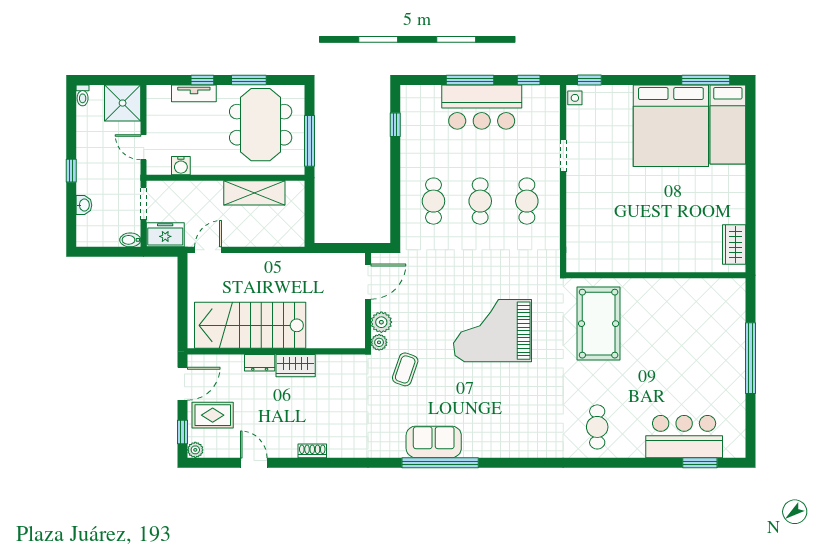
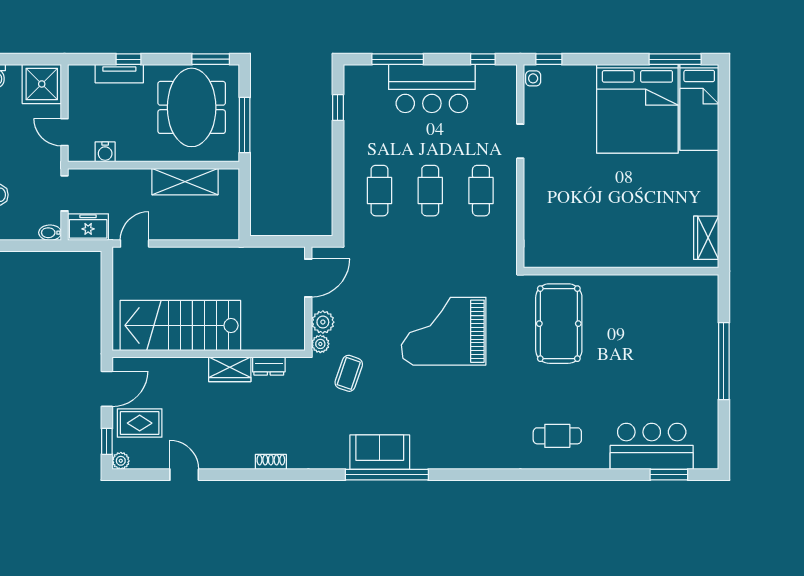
window: (249, 80) -> (211, 59), moved
window: (470, 80) -> (398, 59), moved
dresser: (260, 363) -> (269, 366), moved
cafe table: (597, 427) -> (557, 436), turned 90
shoe rack: (312, 451) -> (271, 462), moved

